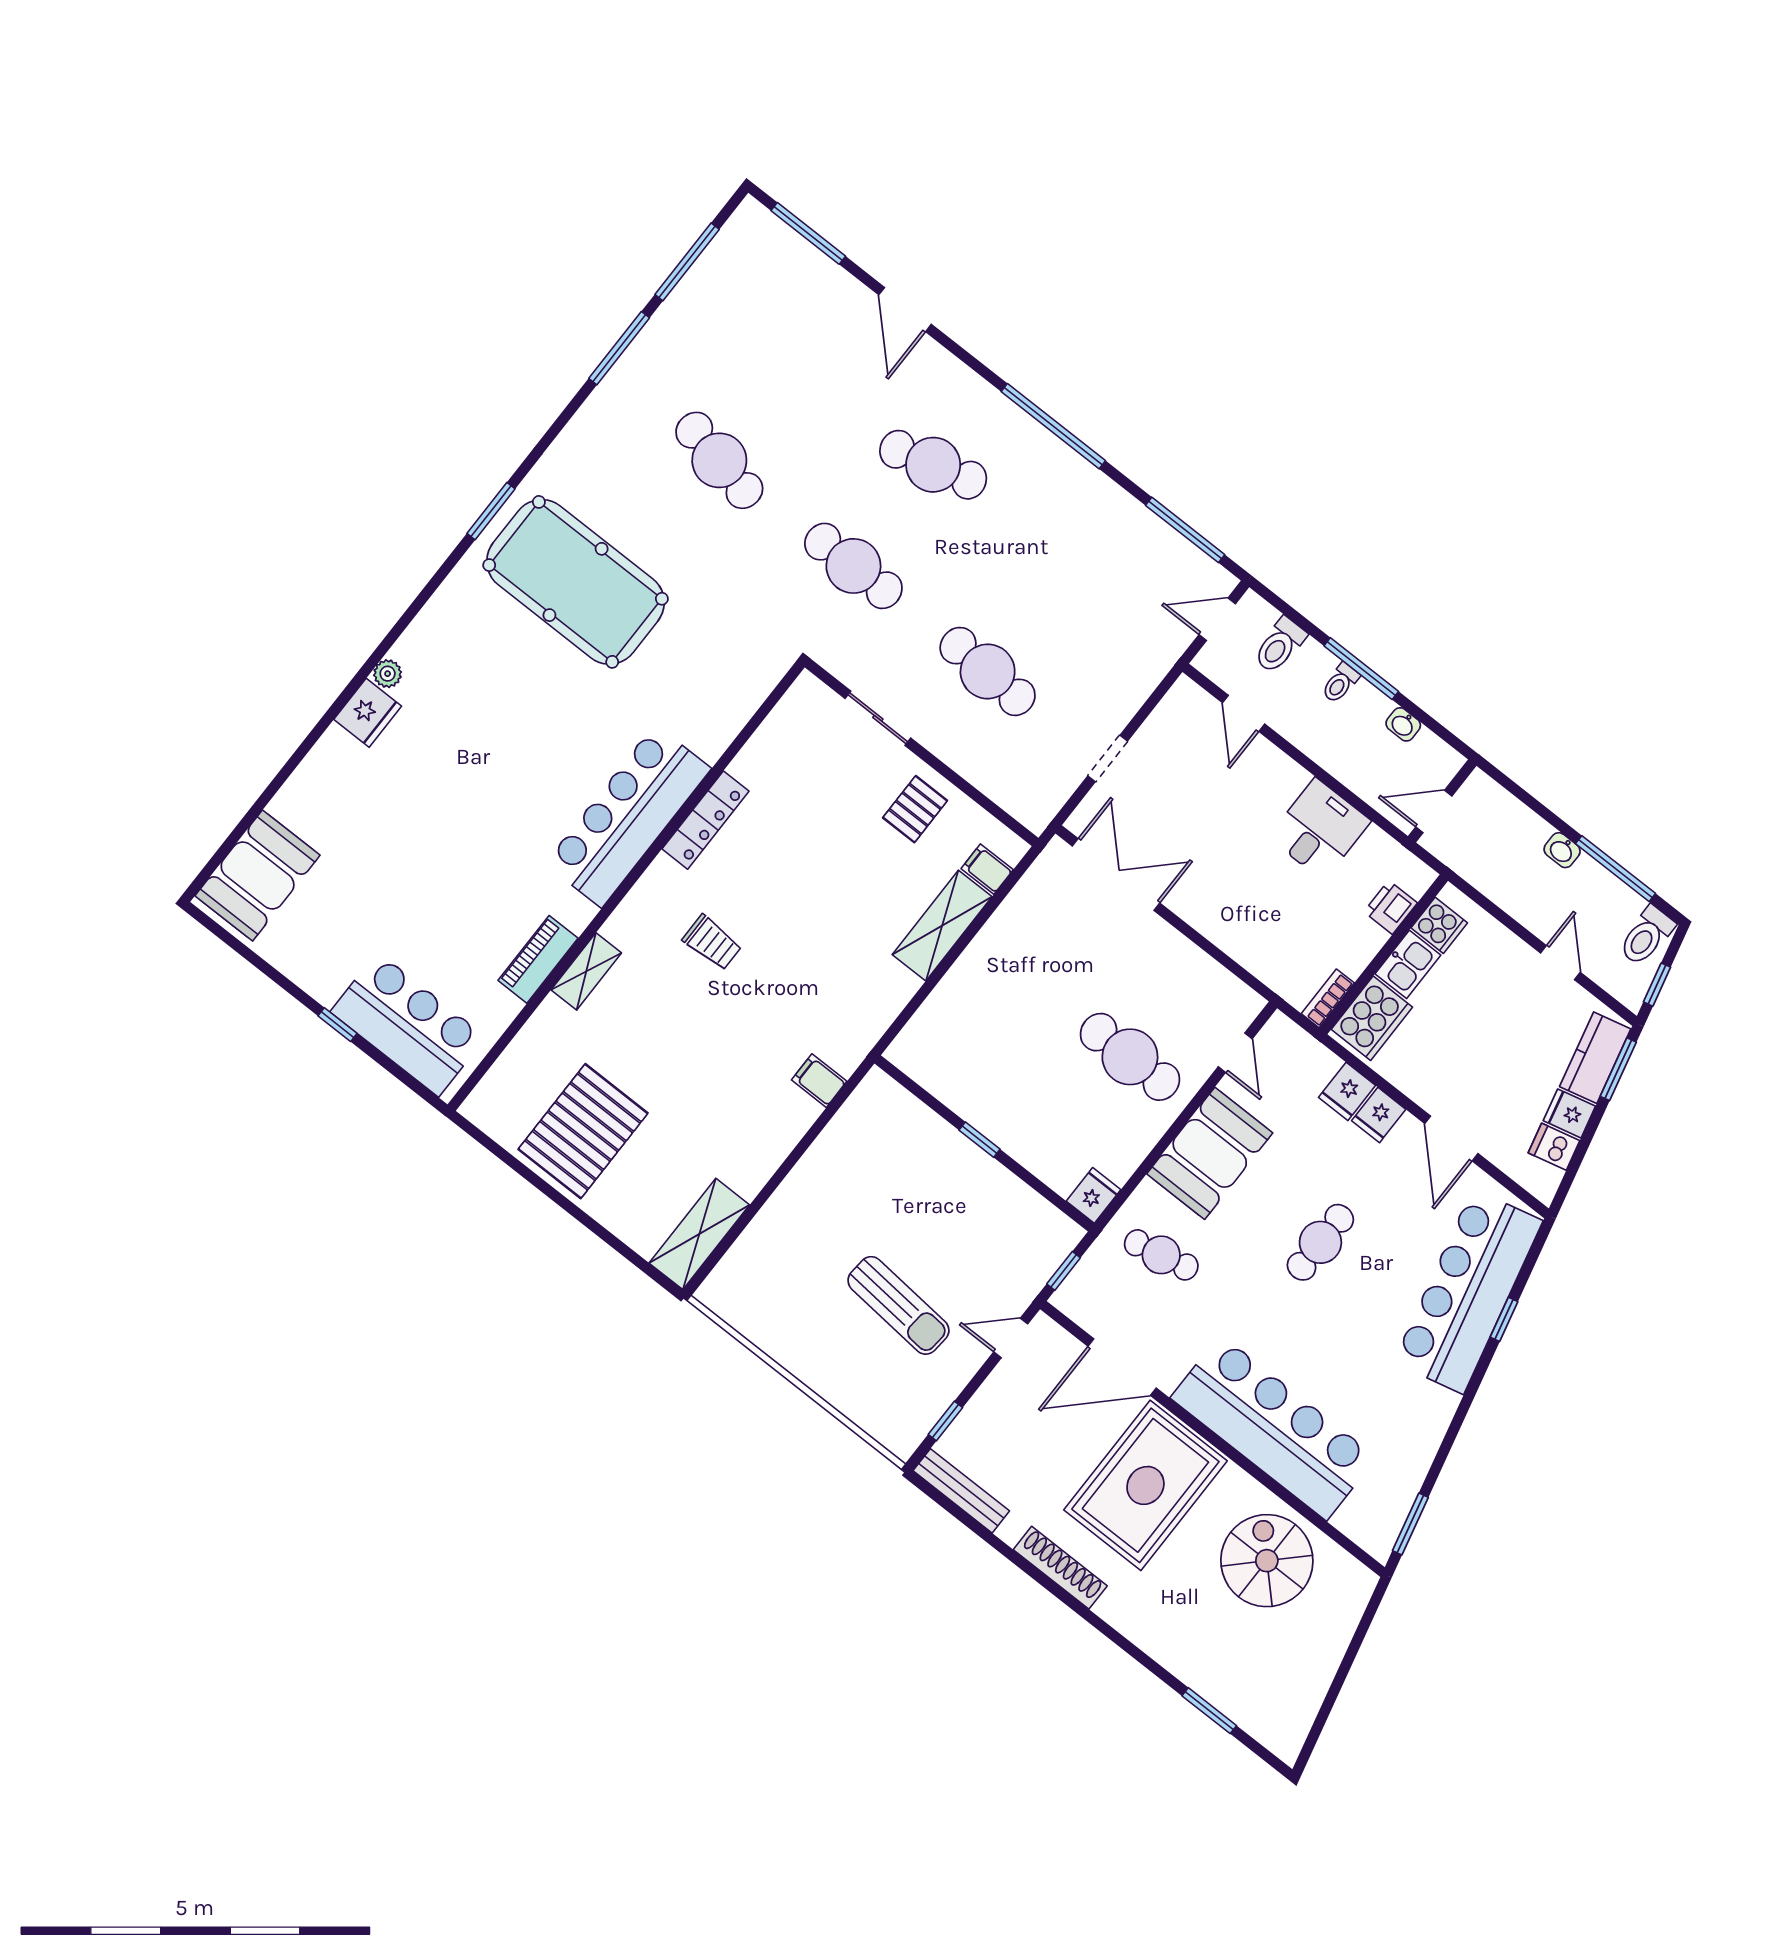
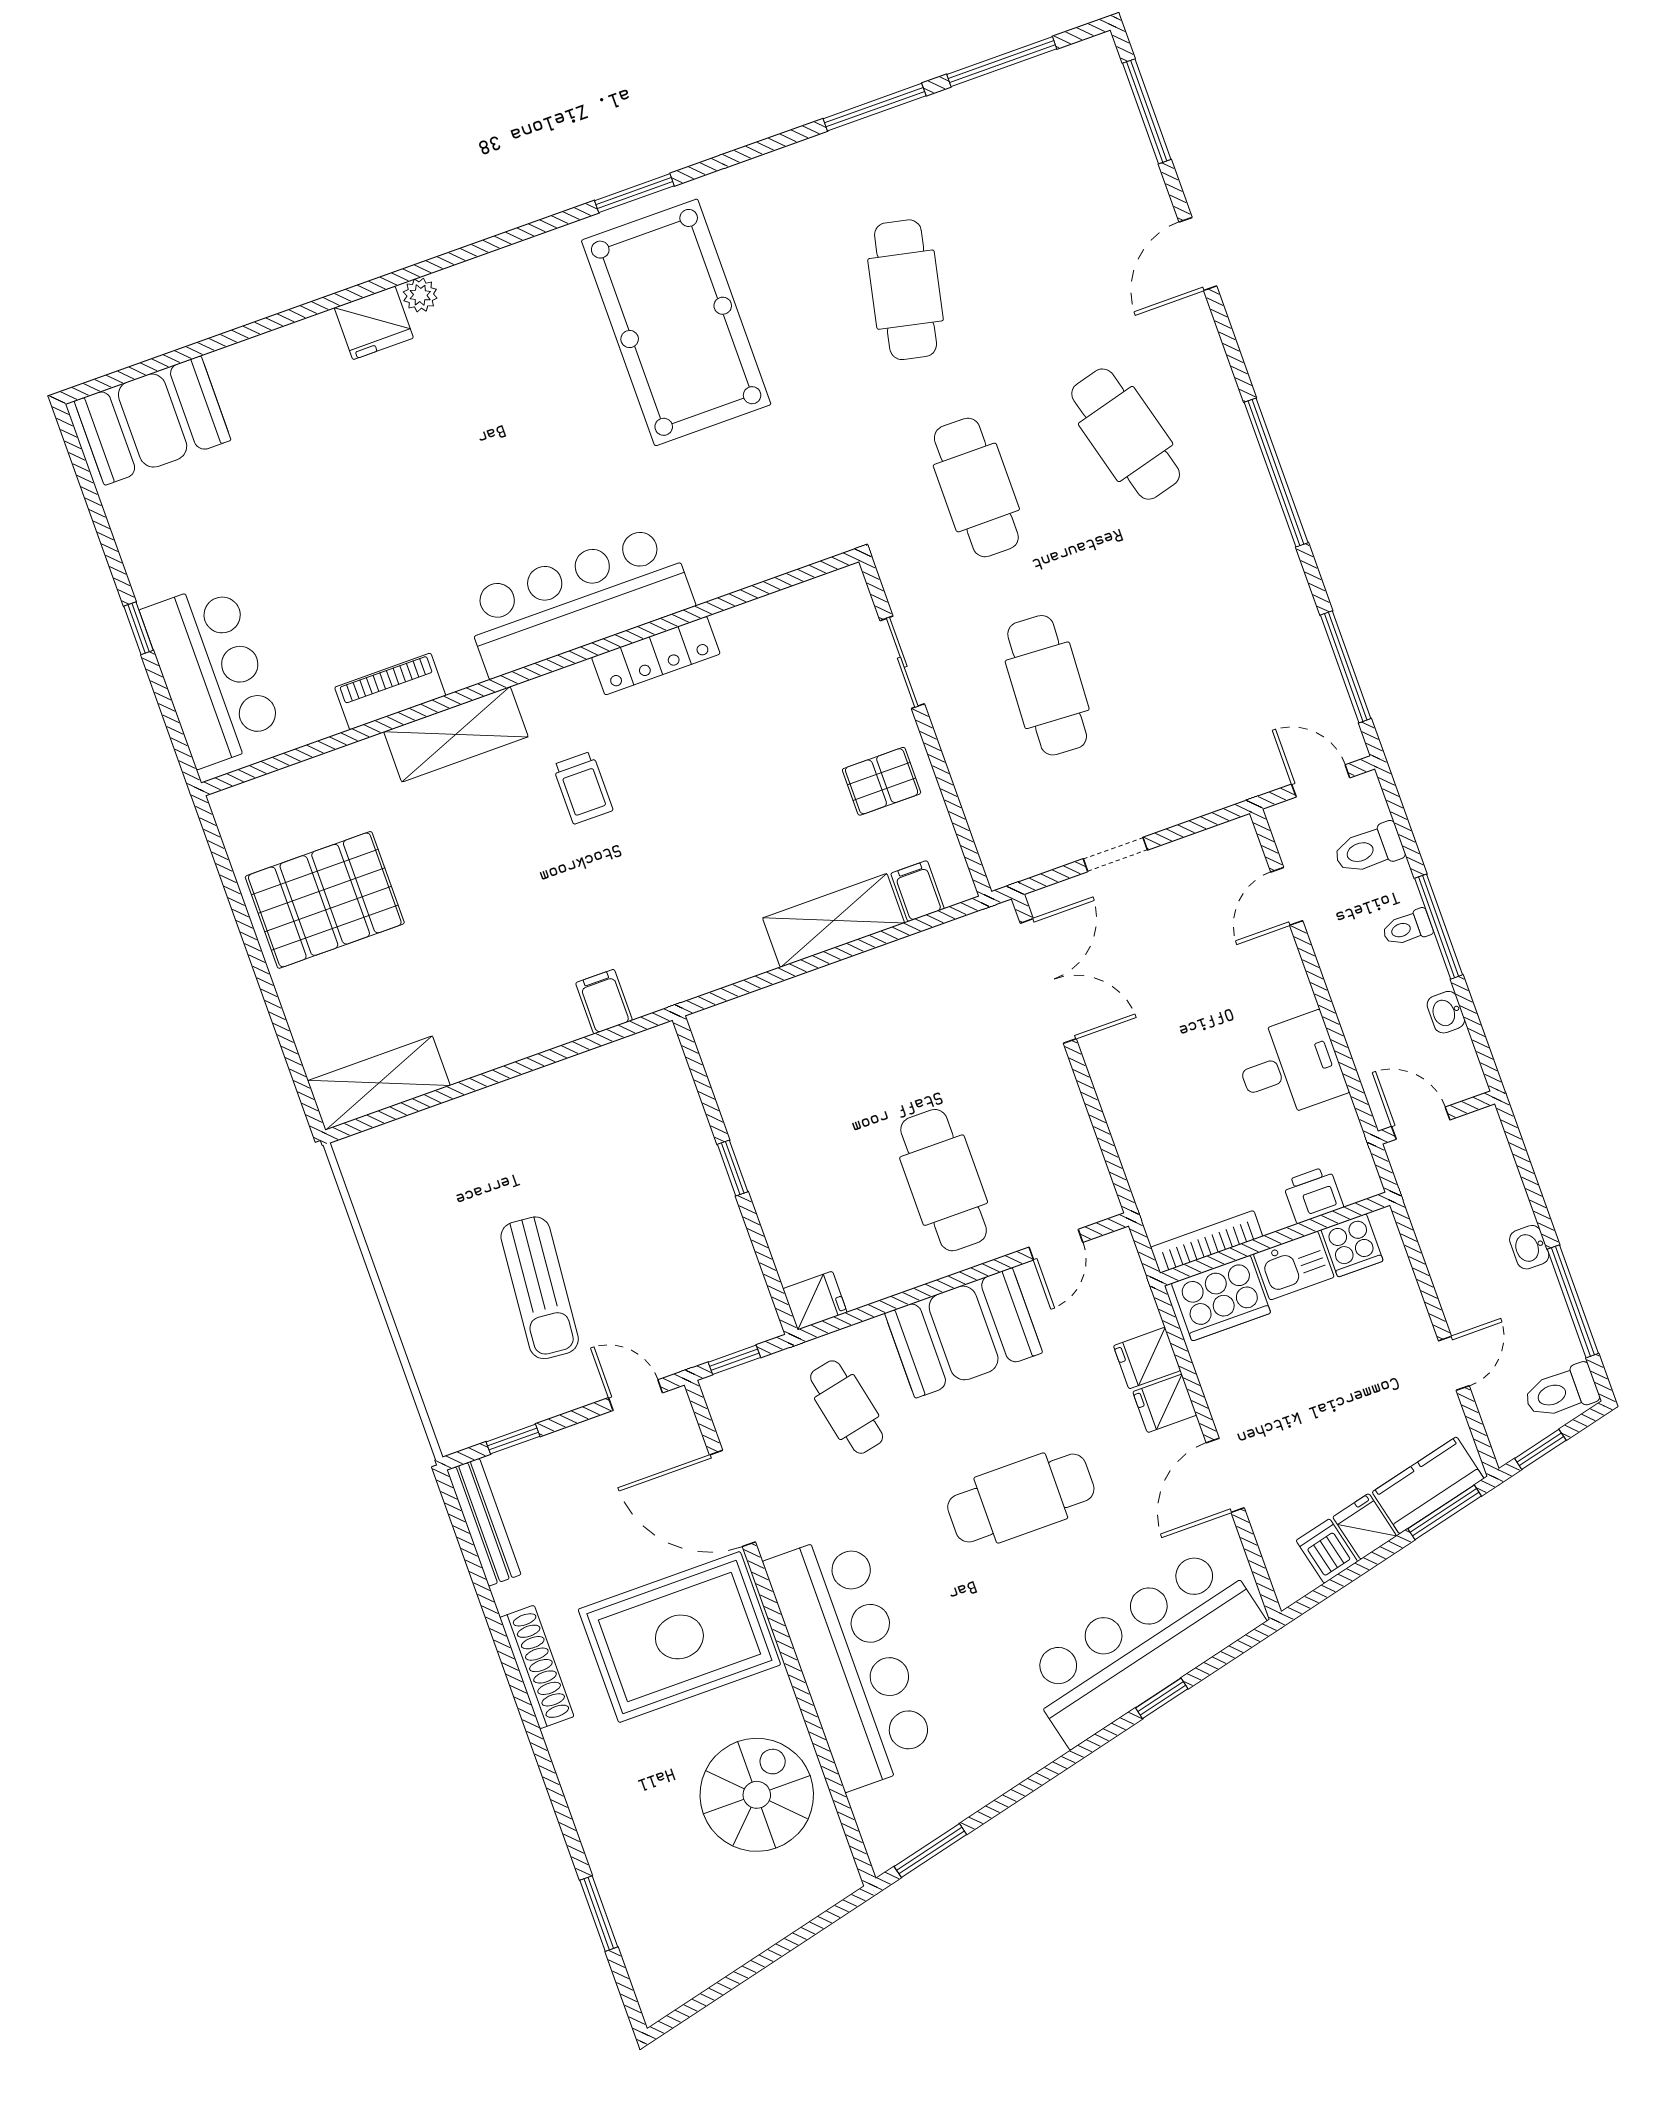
shelving: (586, 971) -> (456, 734), width x1.50, depth x1.33
bookcase: (1328, 998) -> (1207, 1242), width x1.56
cafe table: (1320, 1242) -> (1021, 1498), width x1.37, depth x1.35

